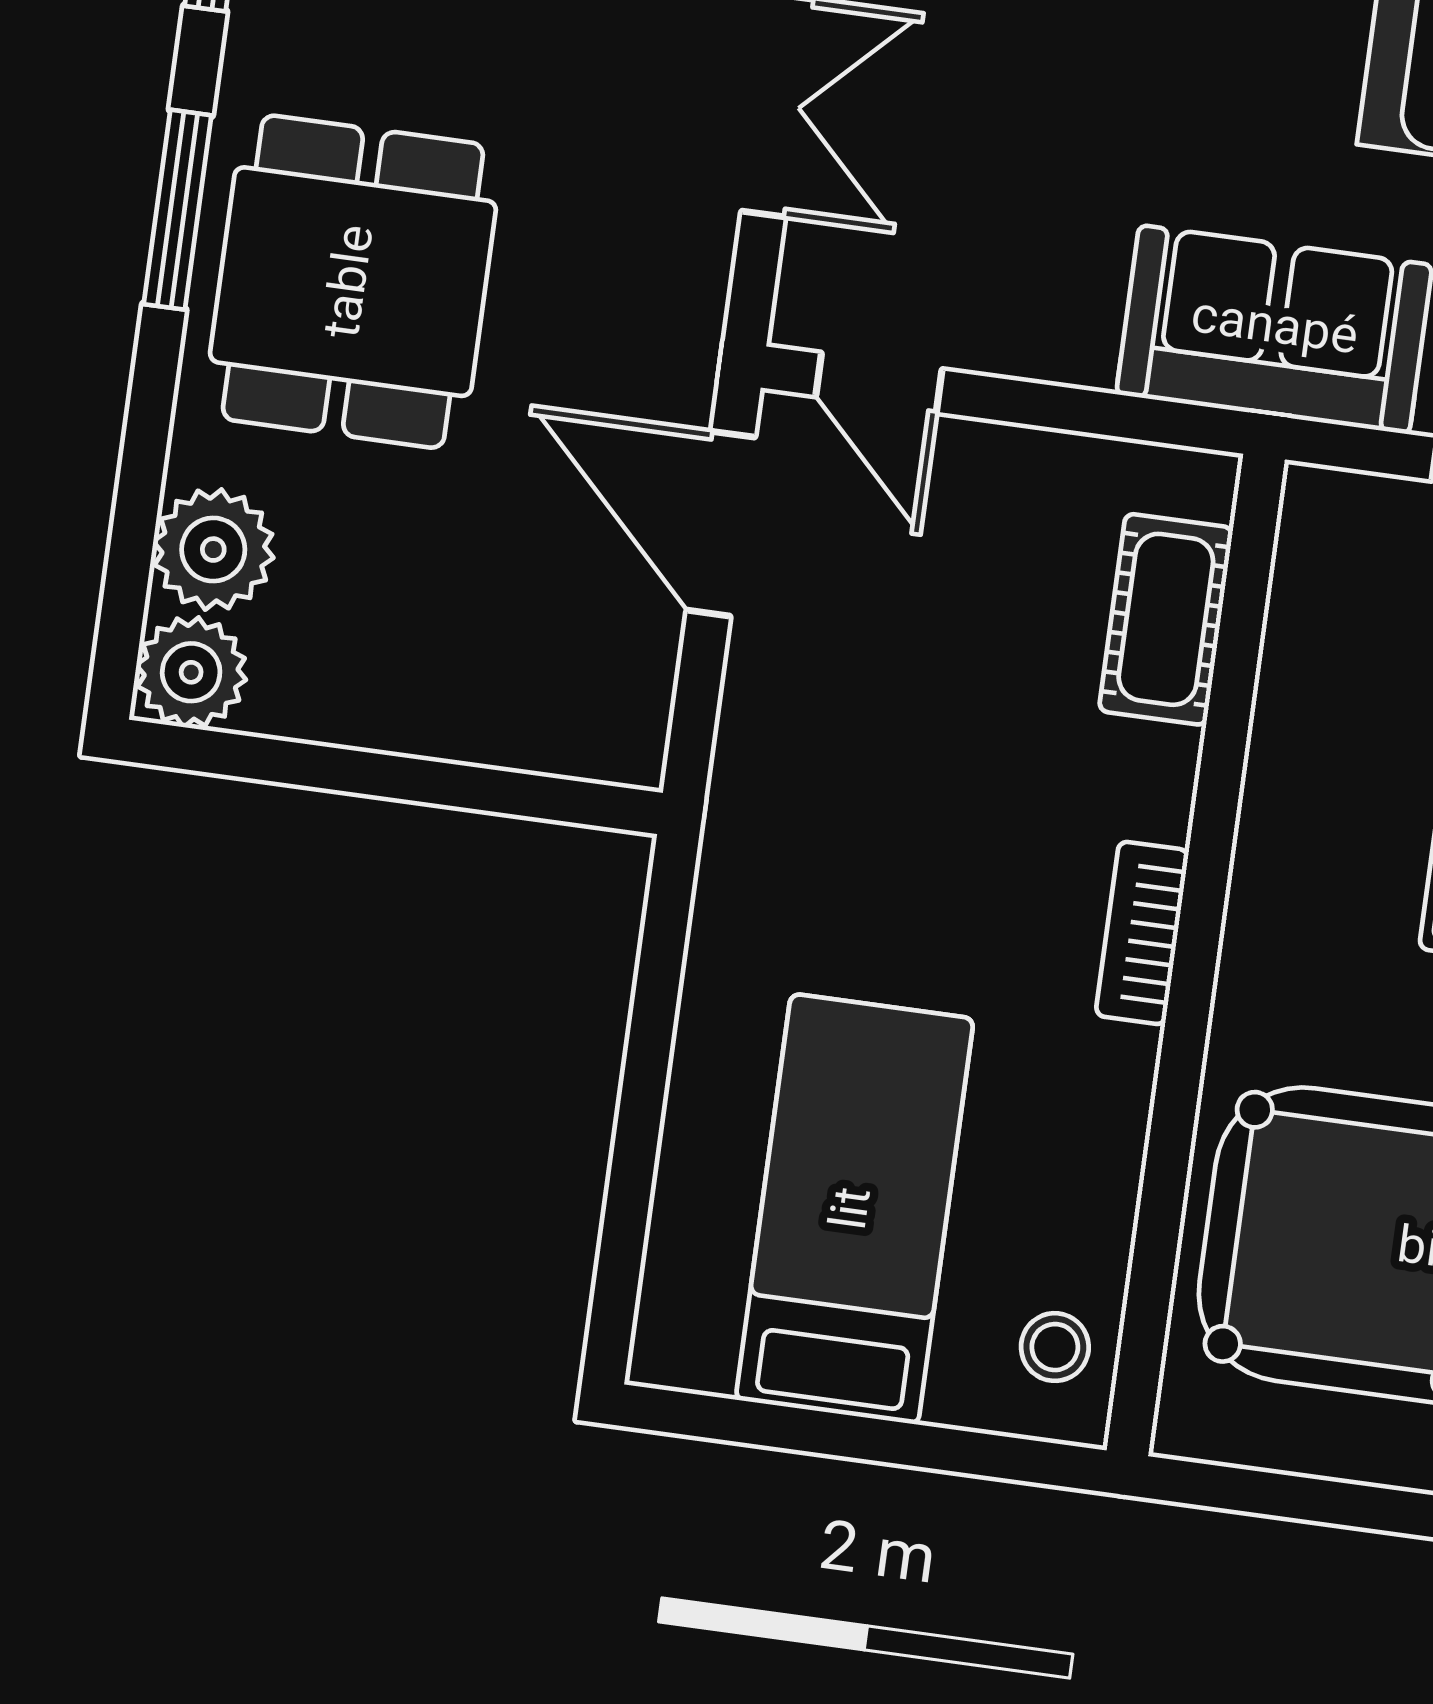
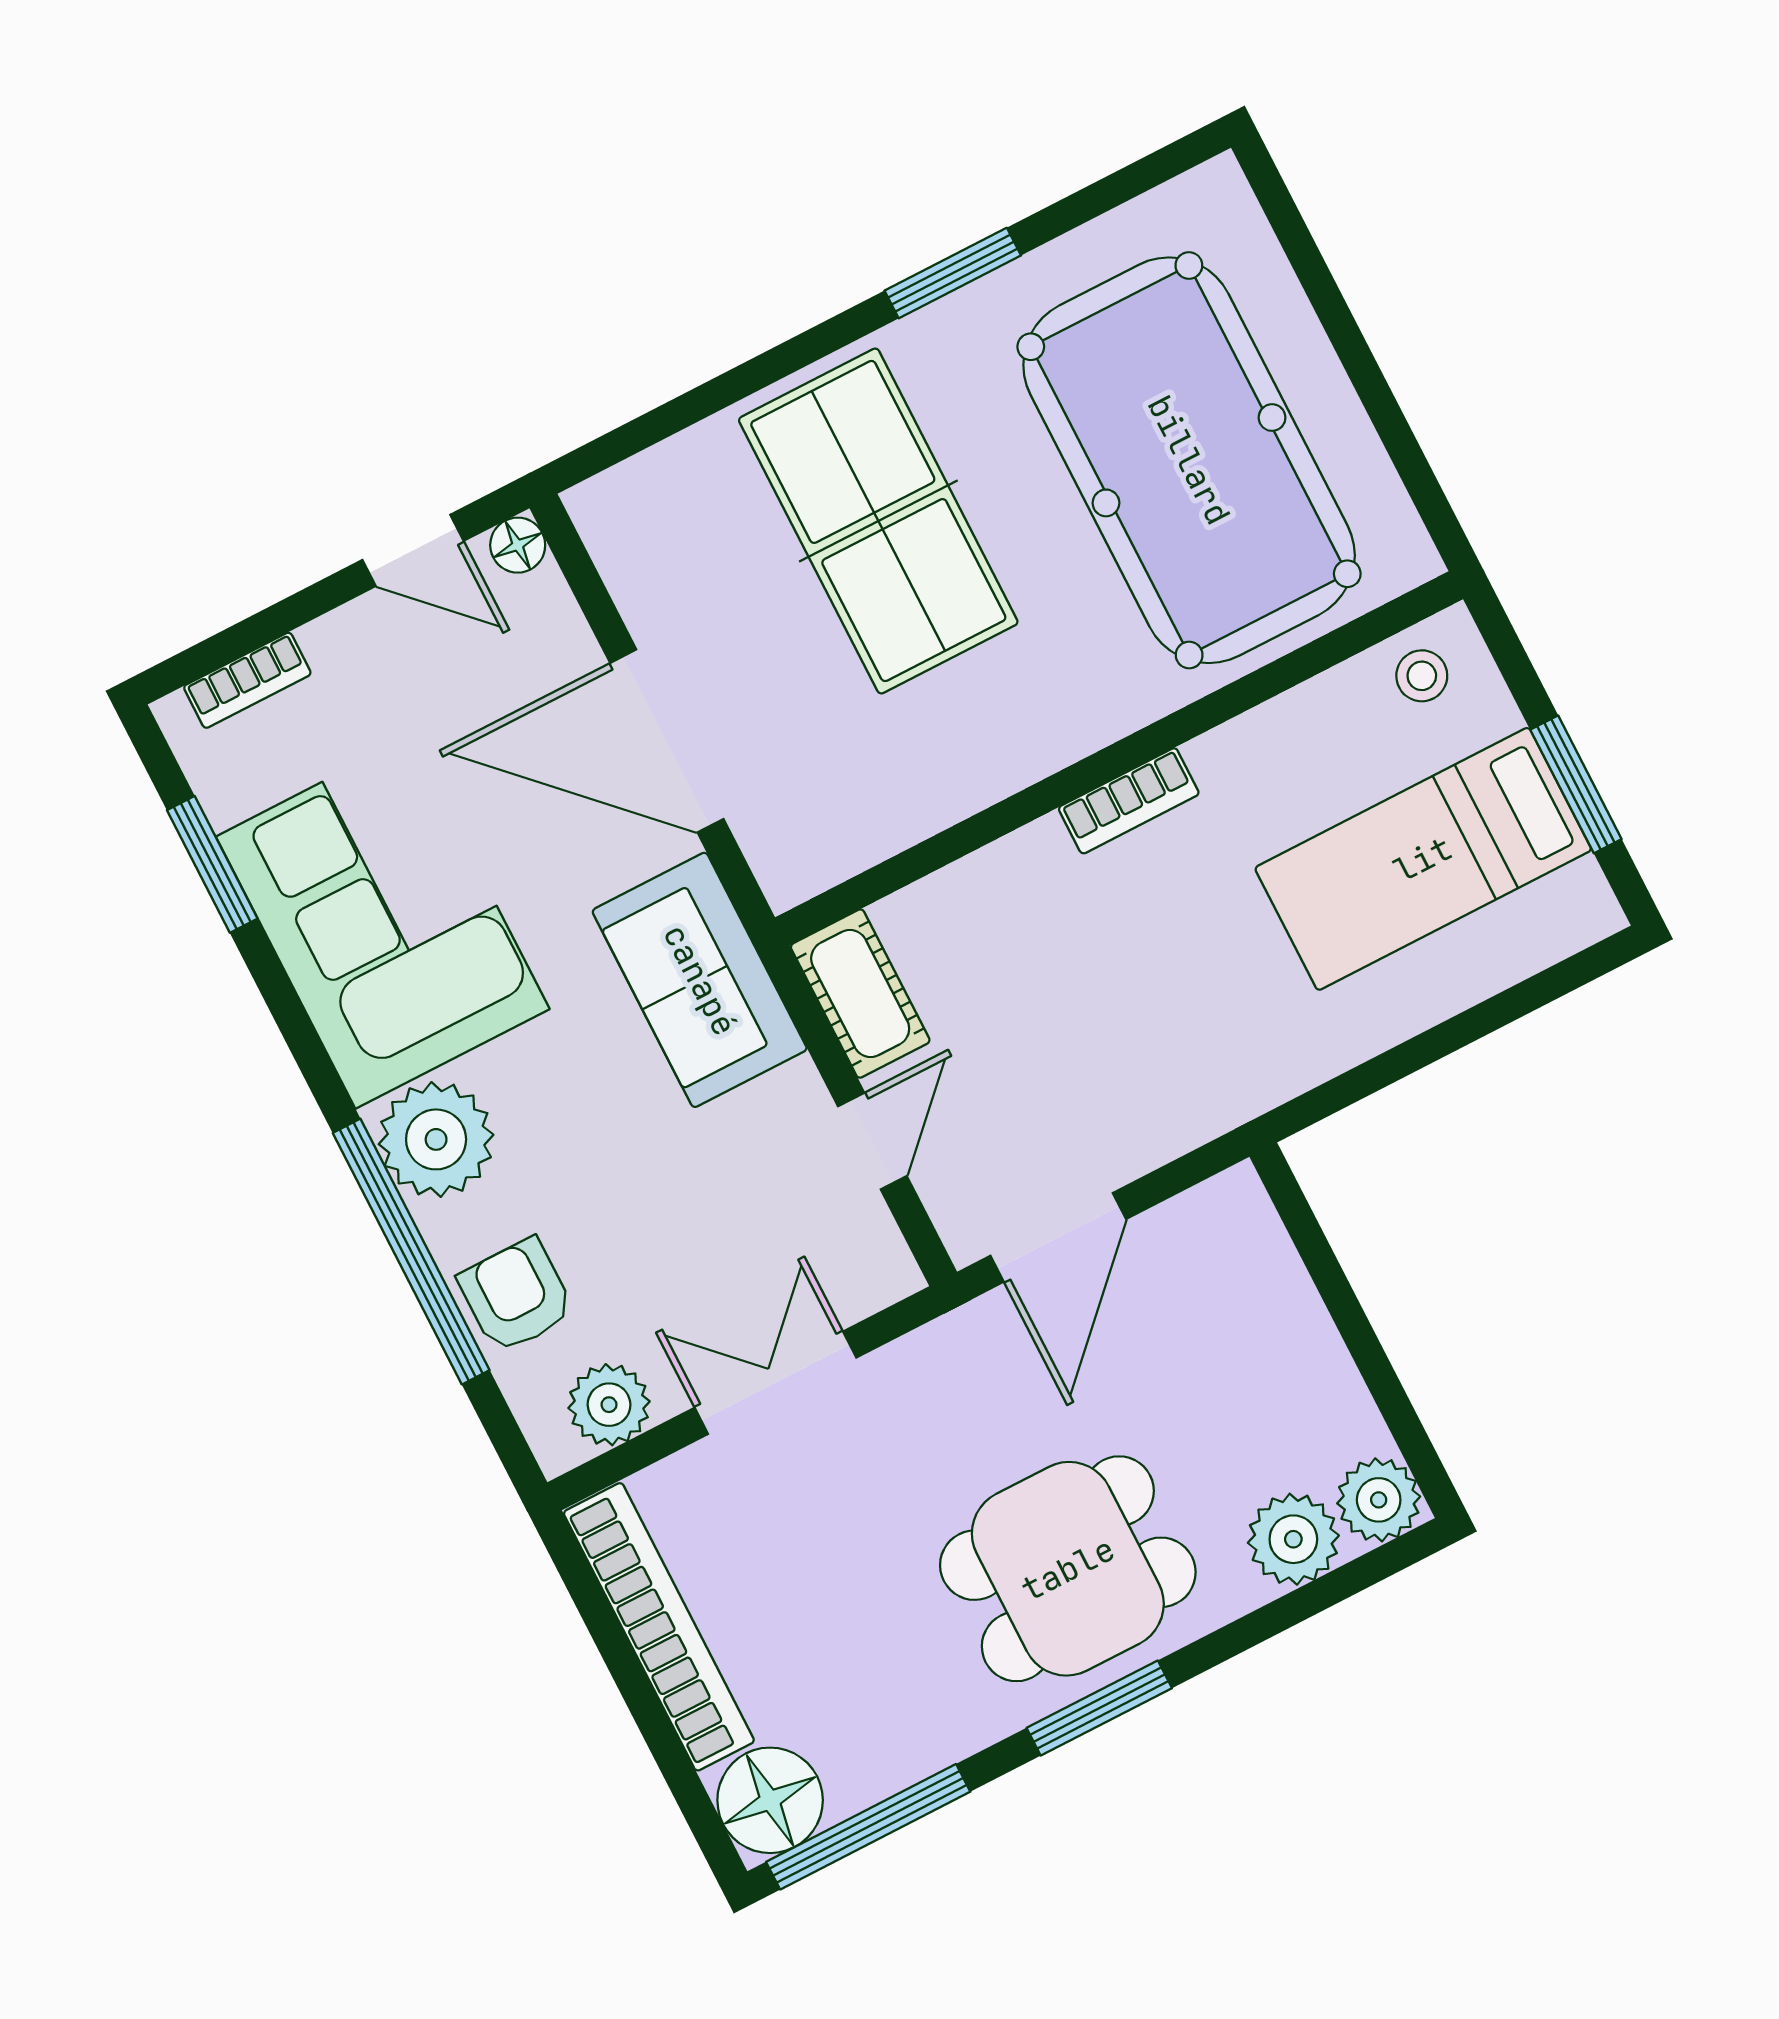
door: (879, 383) -> (872, 1141), moved
cot: (1166, 619) -> (860, 994), moved, turned 90
window: (819, 1432) -> (1576, 784), added

